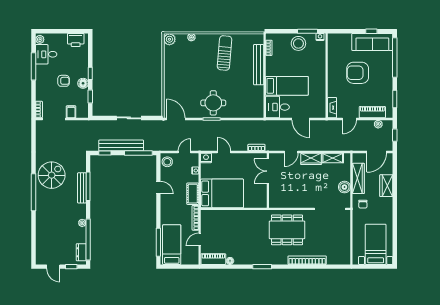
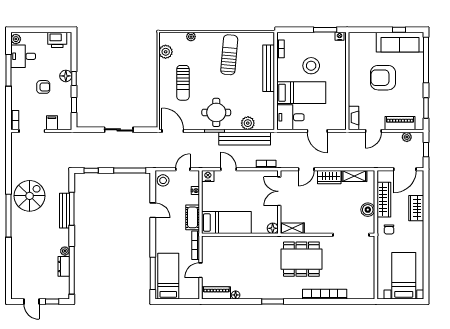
plant: (169, 39) -> (166, 52), moved
stool: (298, 43) -> (311, 66), moved
sun lounger: (184, 77) -> (183, 83), added
floor lamp: (83, 83) -> (66, 76), moved
plant: (241, 112) -> (248, 123), added
bench: (121, 145) -> (245, 139), moved
bed: (222, 193) -> (226, 223), width x0.67
floor lamp: (262, 203) -> (273, 228), added
shelving: (279, 203) -> (292, 228), added
dresser: (81, 252) -> (64, 266), moved

